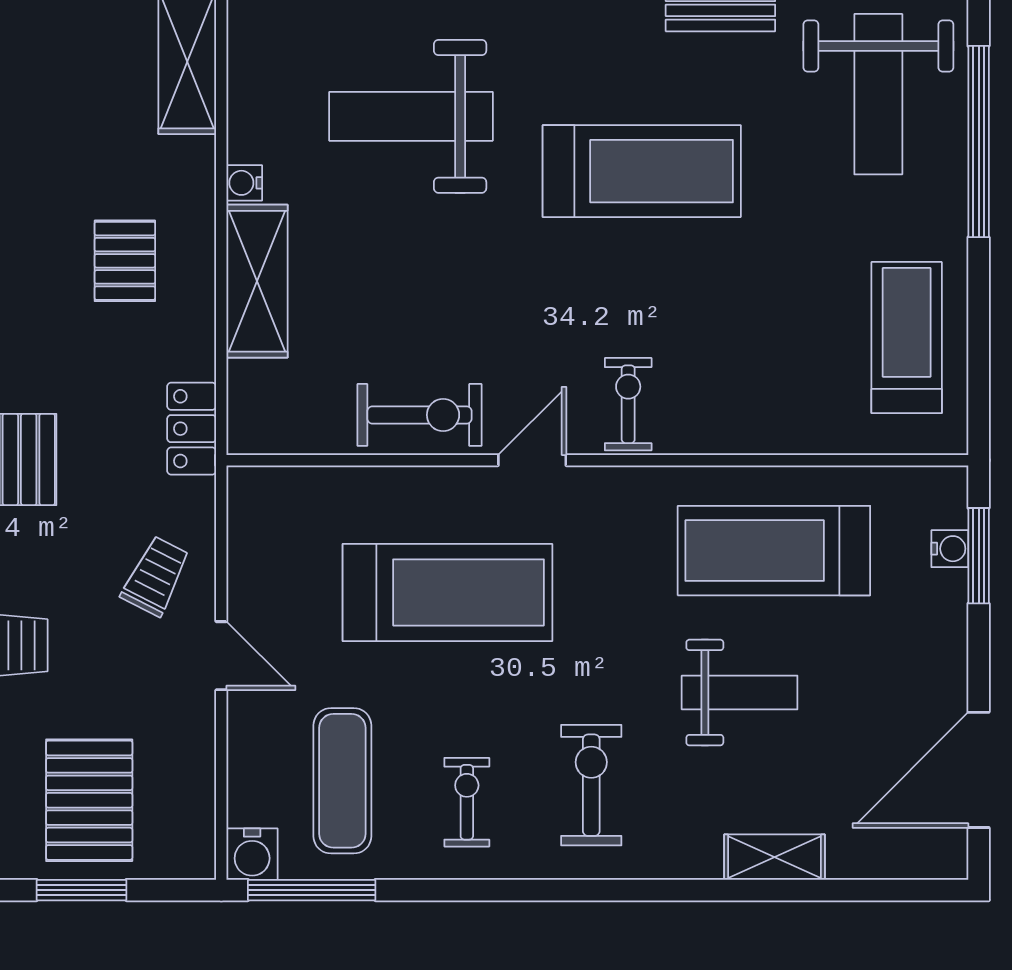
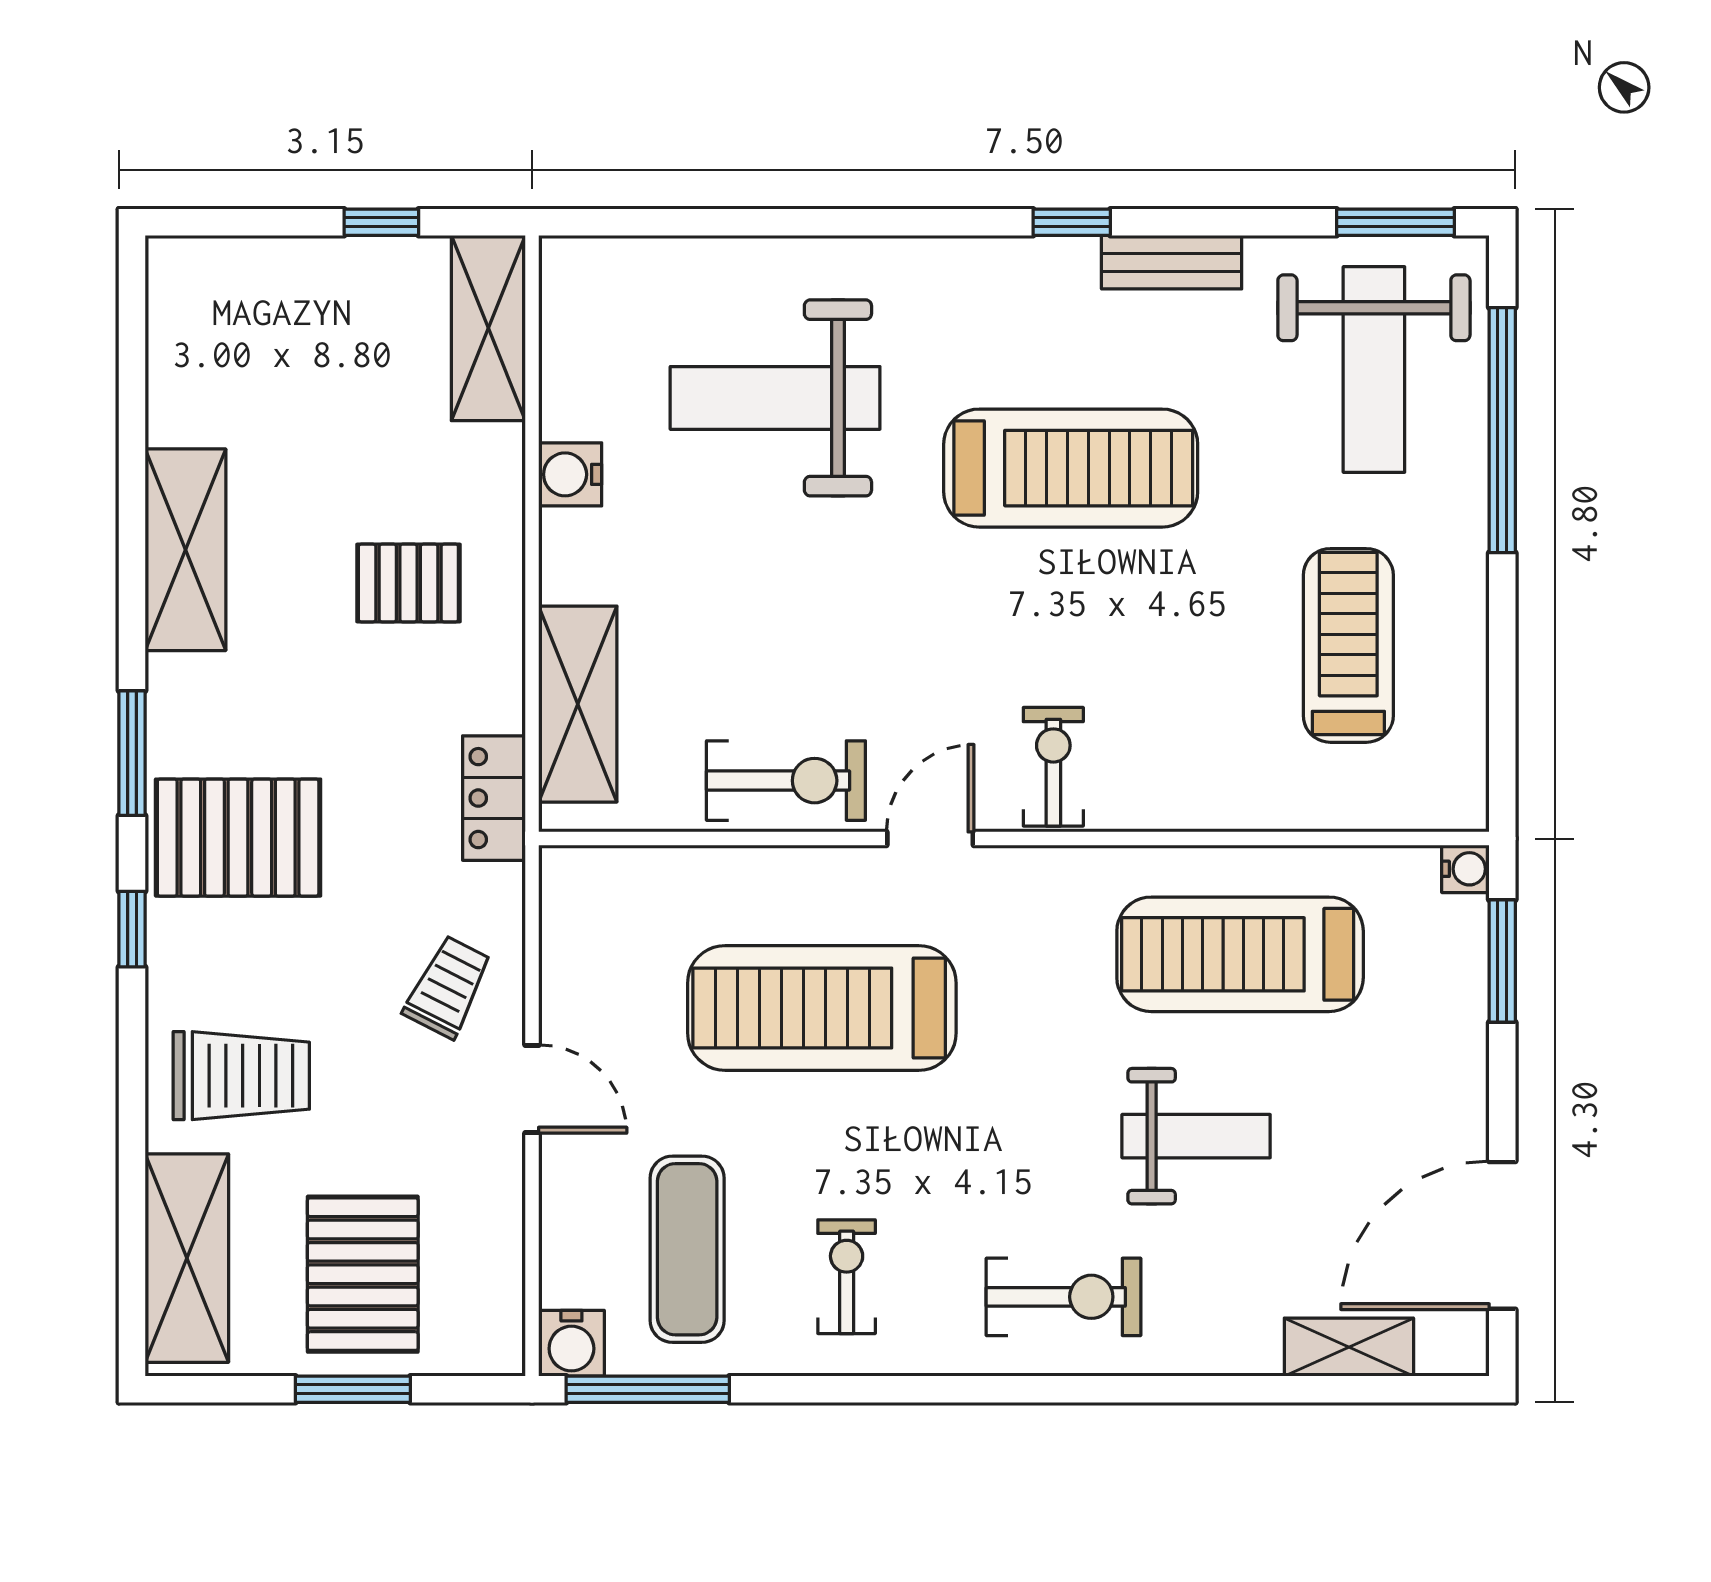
water cooler: (244, 183) -> (570, 474), width x1.38, depth x1.38
pallet: (125, 261) -> (408, 583), turned 90
shelving: (257, 281) -> (578, 704), moved
treadmill: (907, 338) -> (1348, 645), moved
water cooler: (950, 549) -> (1465, 869), moved
treadmill: (448, 592) -> (822, 1008), turned 180
exercise bike: (591, 785) -> (1064, 1297), moved, turned 90
shelving: (775, 857) -> (1349, 1347), moved

